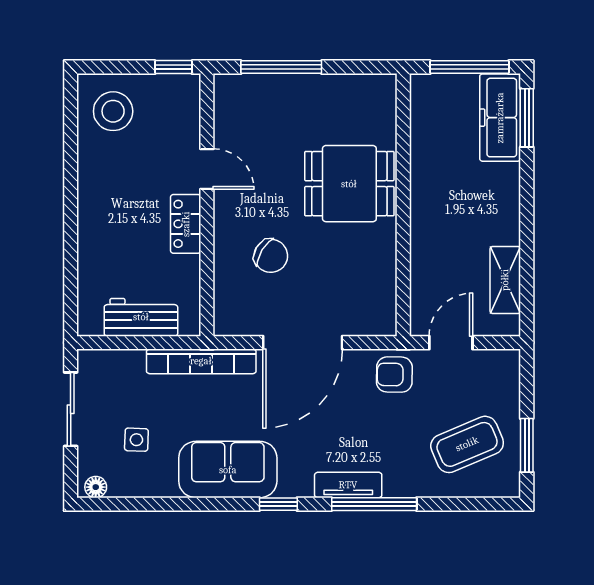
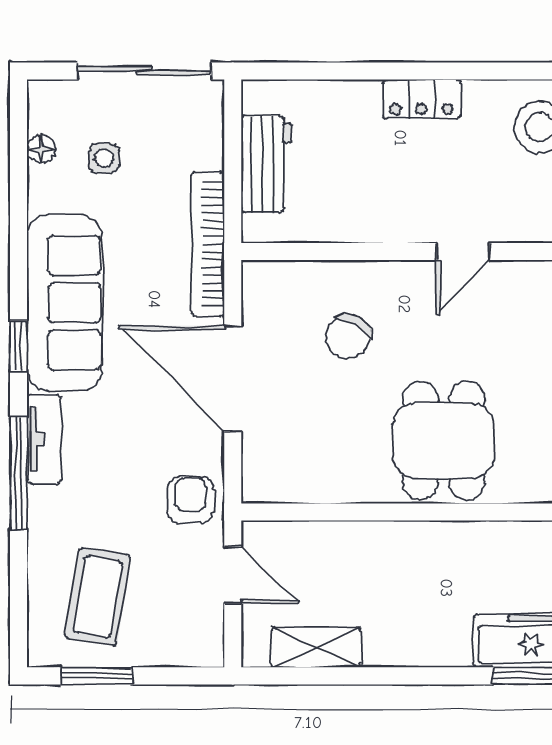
locker: (186, 224) -> (421, 99), moved, turned 180
sliding door: (71, 409) -> (144, 71), width x1.37
coffee table: (467, 444) -> (98, 597), turned 32
sofa: (228, 470) -> (64, 303), width x1.36
floor lamp: (96, 487) -> (41, 149), moved

